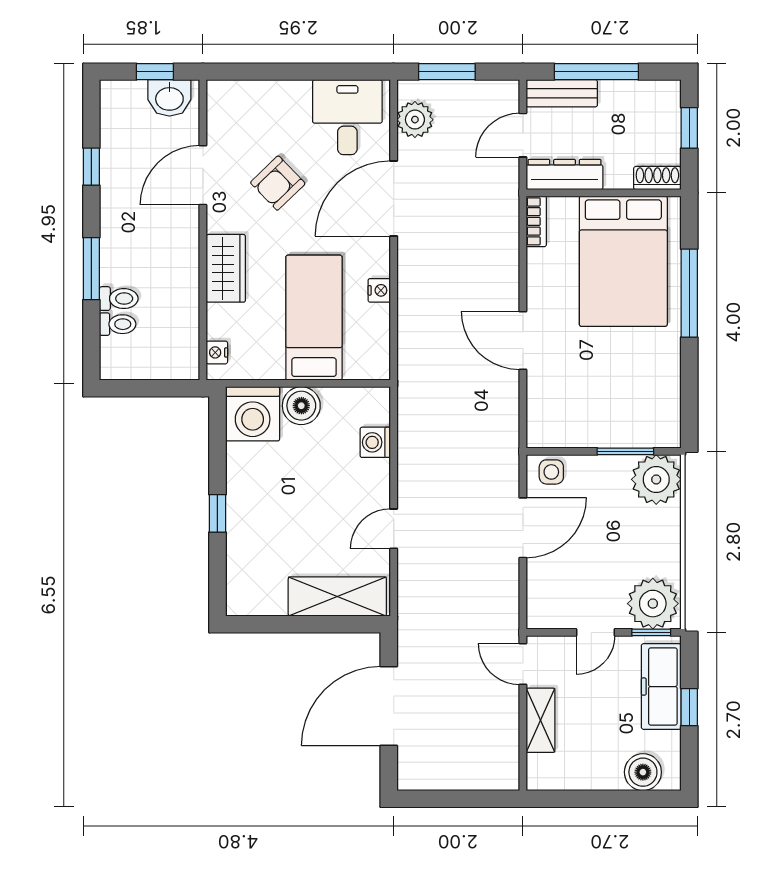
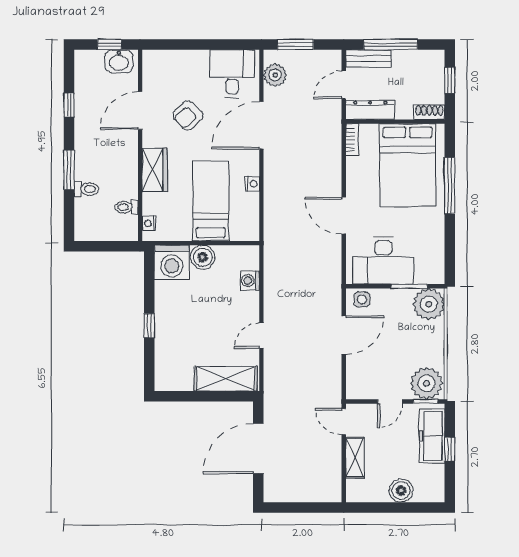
toilet: (118, 324) -> (126, 207), moved, turned 180
desk: (585, 411) -> (383, 261), added
boiler: (643, 772) -> (401, 490), moved

